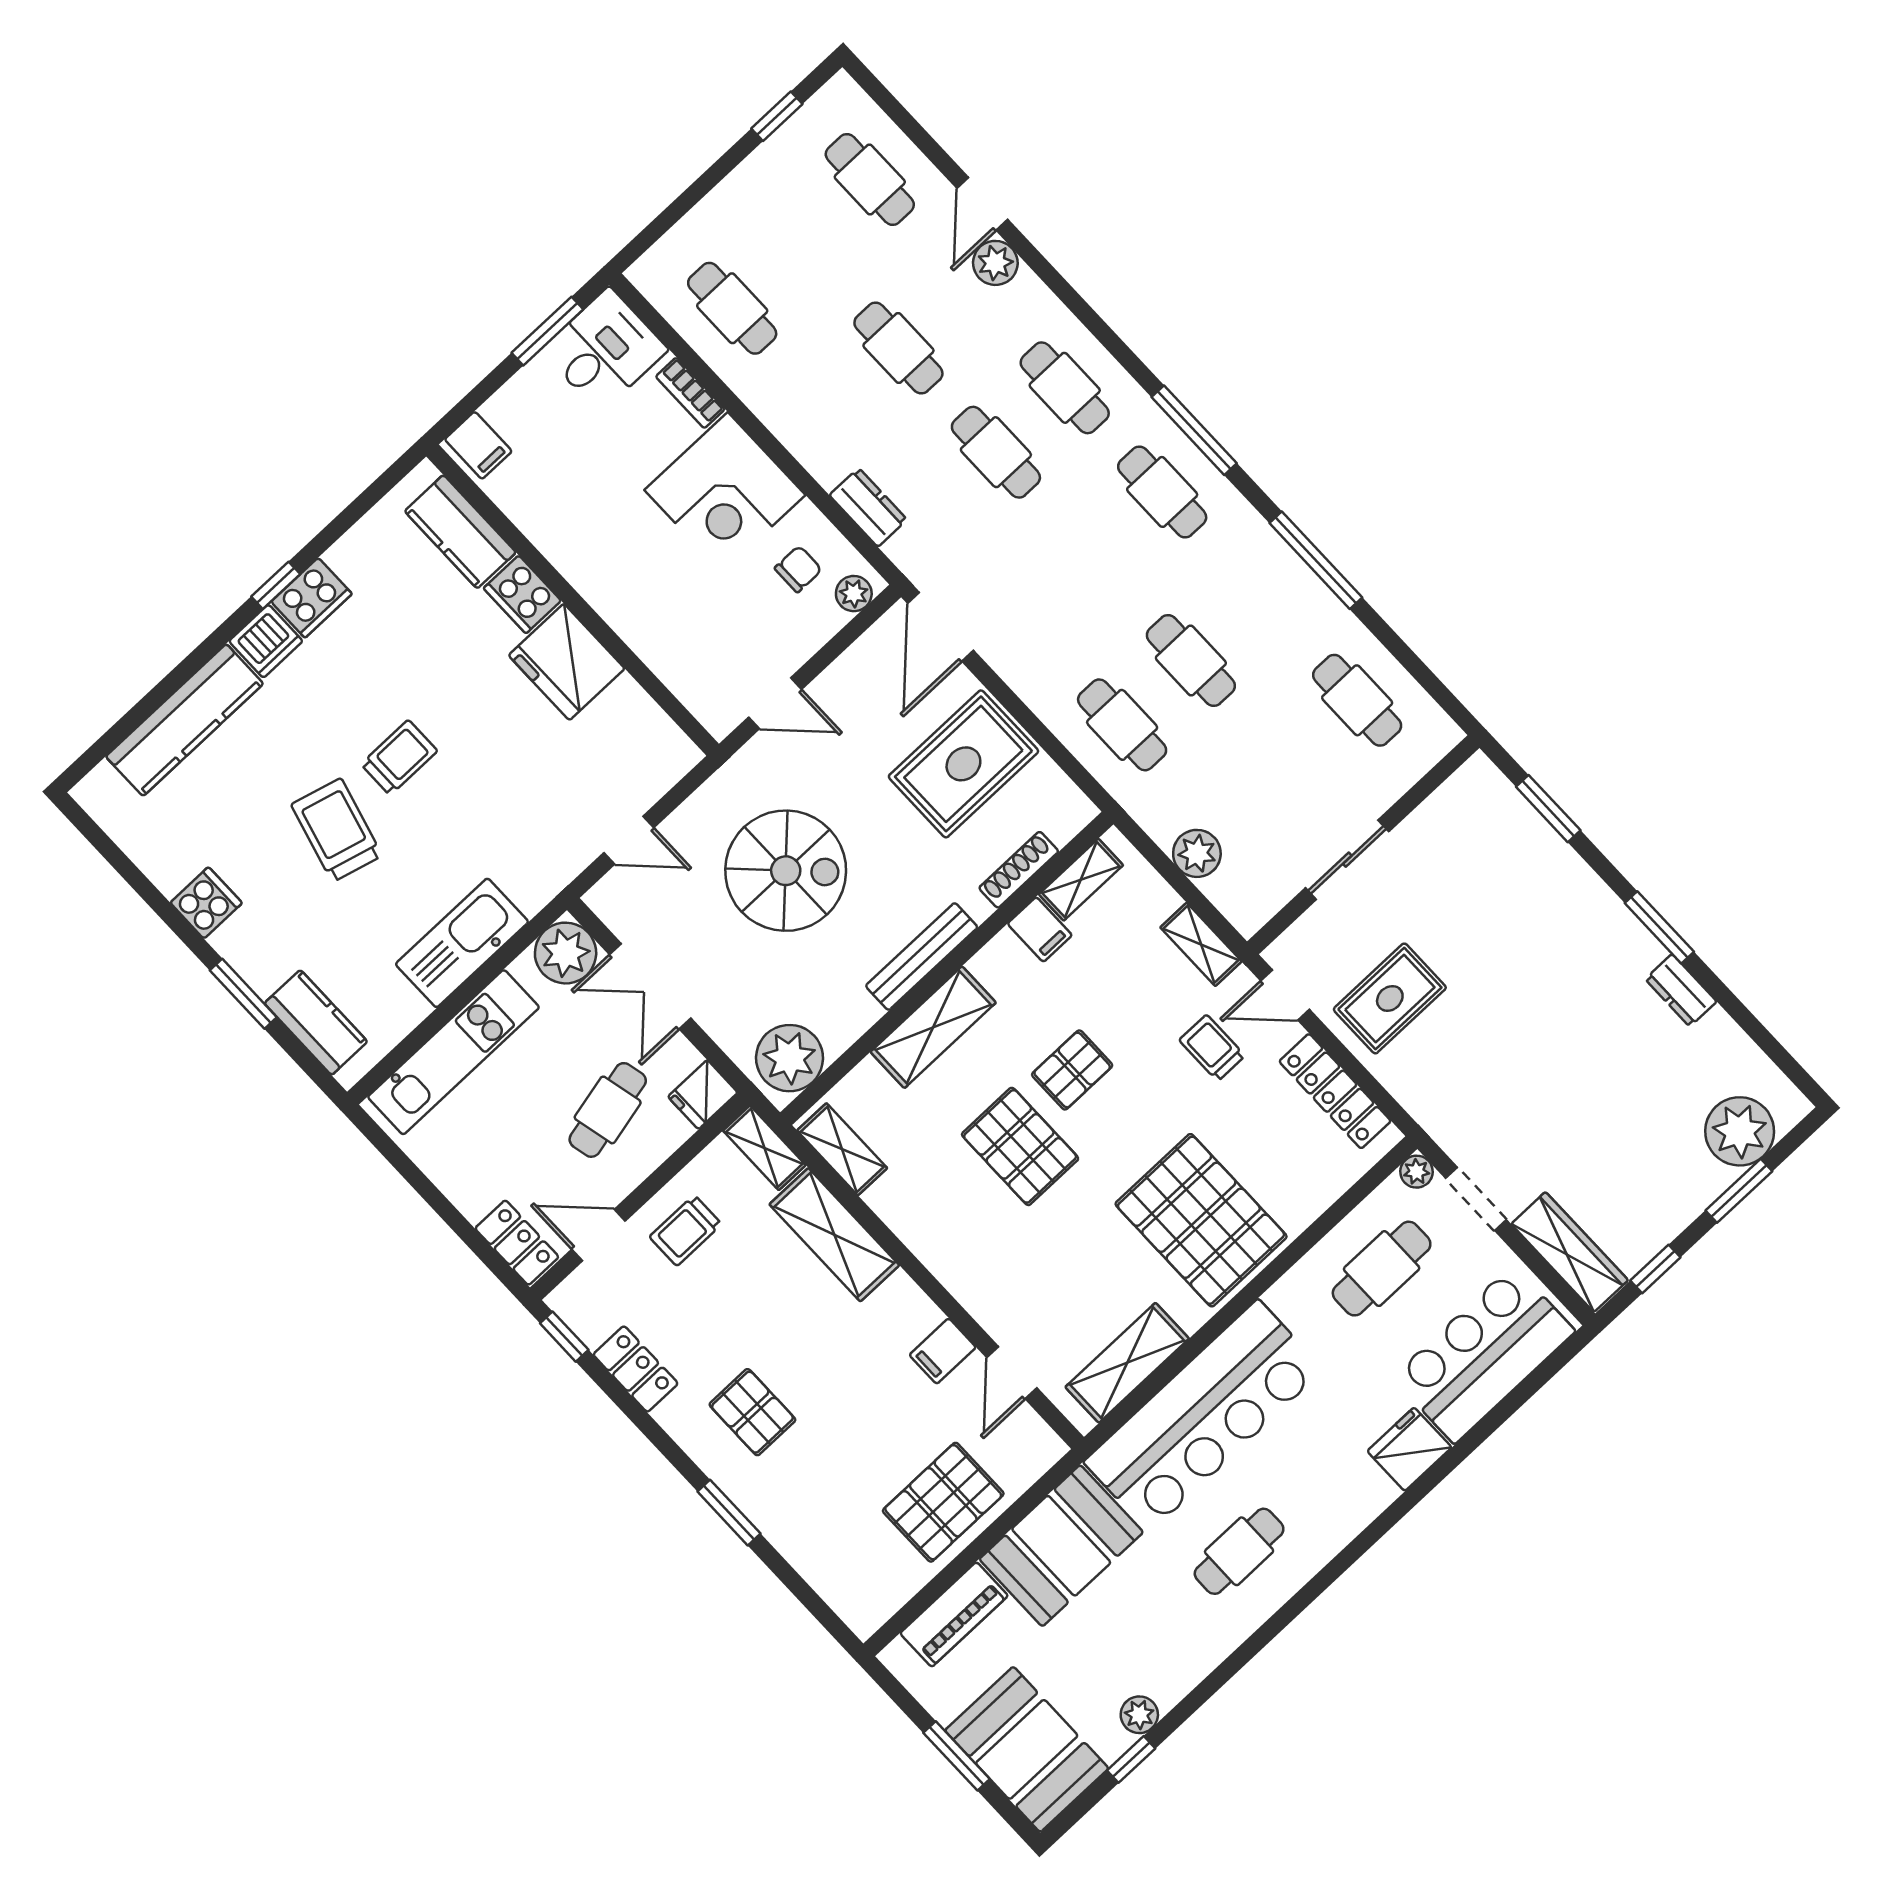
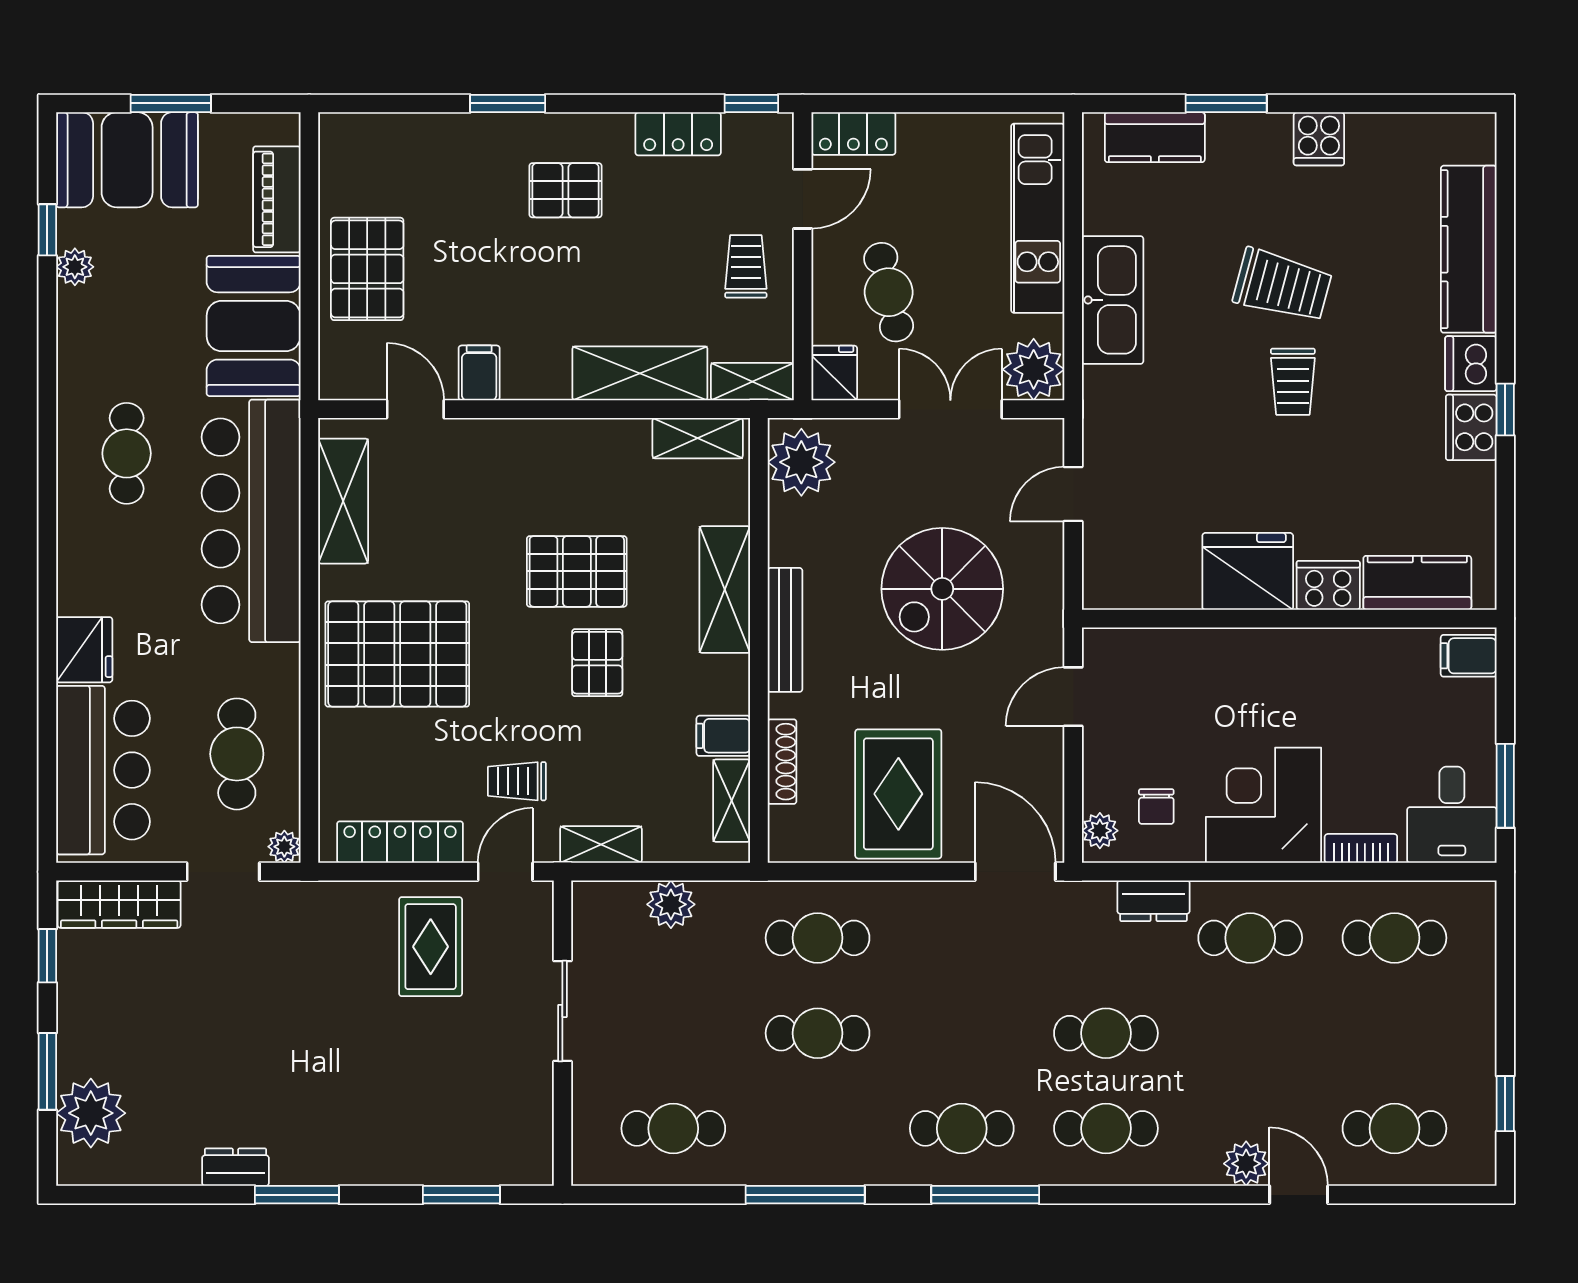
cafe table: (898, 348) -> (1250, 938), moved
trolley: (1212, 1048) -> (517, 781), turned 180

